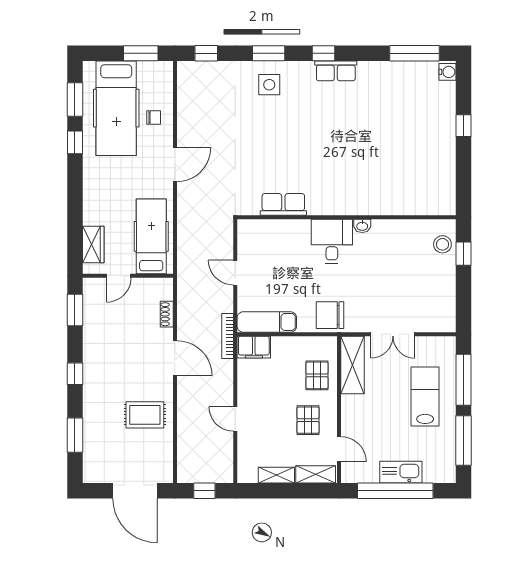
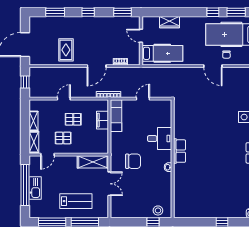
door: (175, 165) -> (213, 66), moved
row of seats: (283, 204) -> (179, 151), moved
desk: (332, 241) -> (160, 139), moved
wardrobe: (93, 244) -> (169, 22), moved
chair: (330, 315) -> (133, 161), moved, turned 90
double door: (393, 334) -> (109, 184), swing flipped
filing cabinet: (254, 347) -> (102, 120), moved
pallet: (317, 375) -> (73, 119), moved

